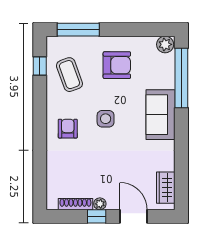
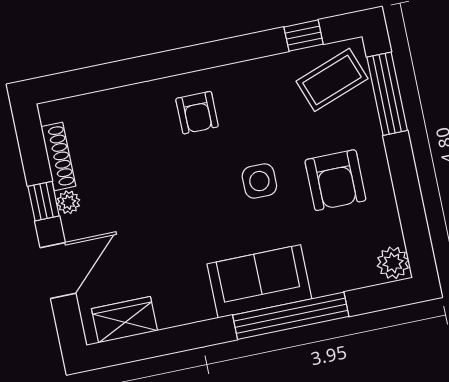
coffee table: (69, 75) -> (332, 80), moved
window: (181, 78) -> (291, 316), moved
side table: (106, 119) -> (259, 181), moved
armchair: (68, 129) -> (197, 113), turned 90

